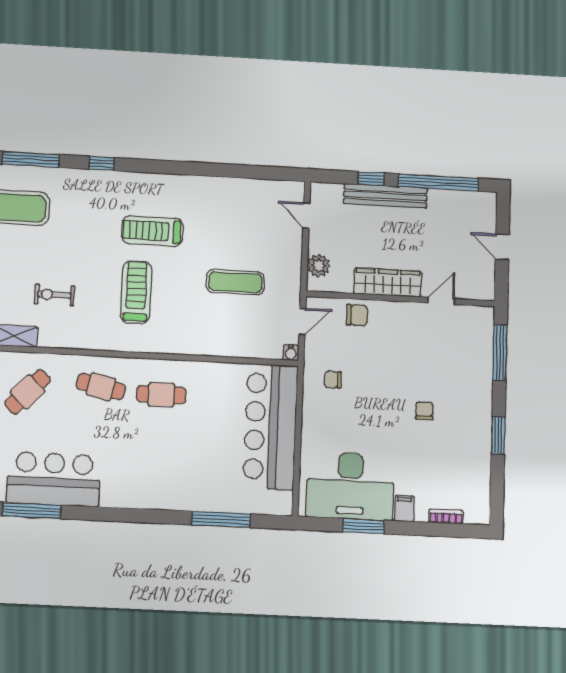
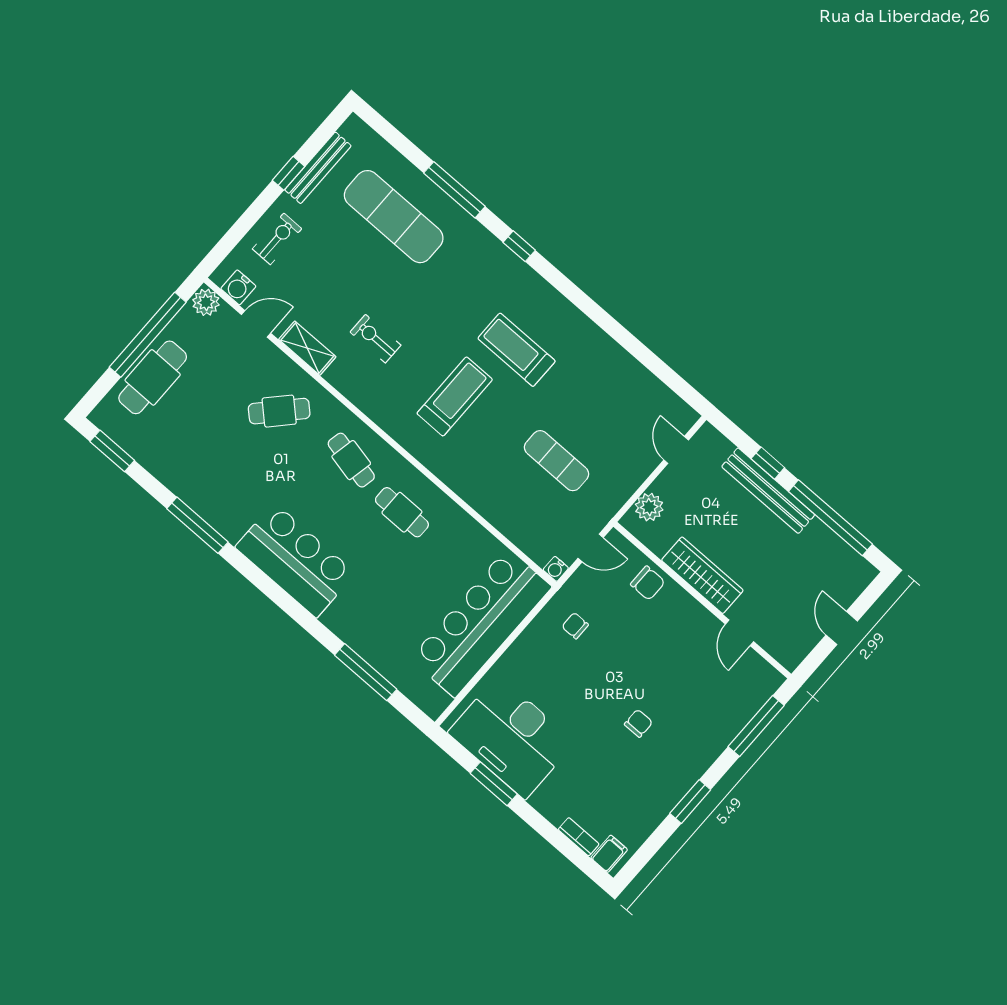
door: (441, 301) -> (740, 633), swing flipped
bar counter: (54, 479) -> (295, 560), moved
filing cabinet: (404, 508) -> (609, 854), moved

